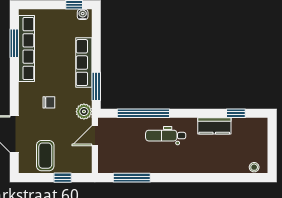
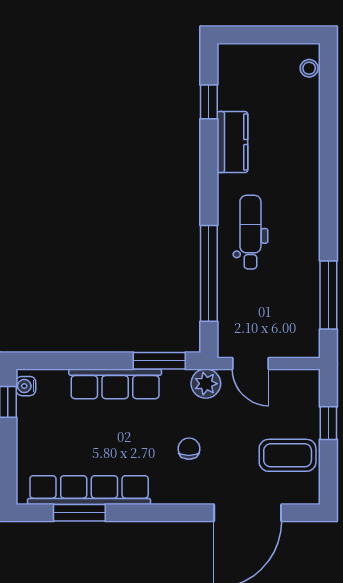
dental chair: (166, 136) -> (250, 232), turned 180

